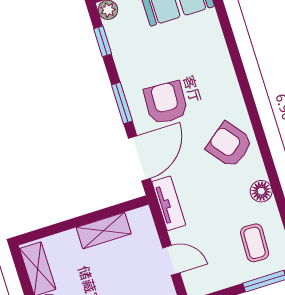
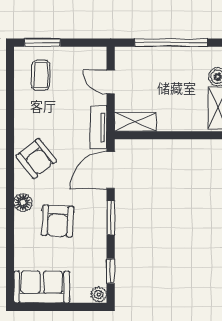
armchair: (166, 103) -> (58, 221), moved
floor lamp: (261, 191) -> (23, 203), moved
shelving: (104, 231) -> (135, 122), moved

